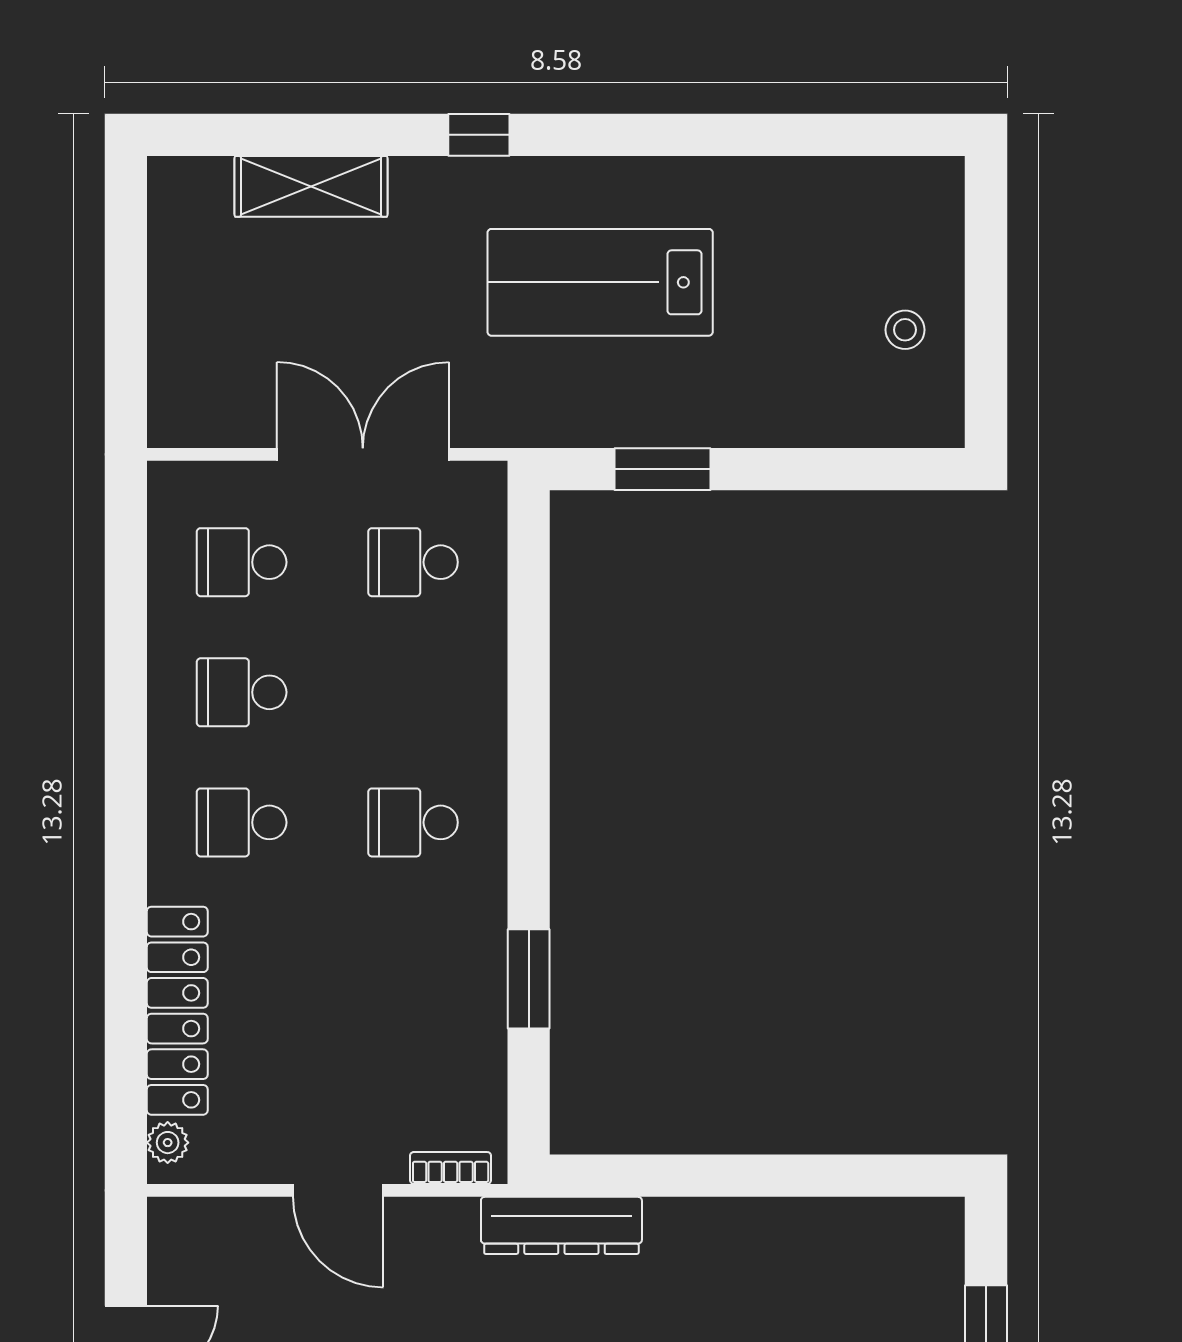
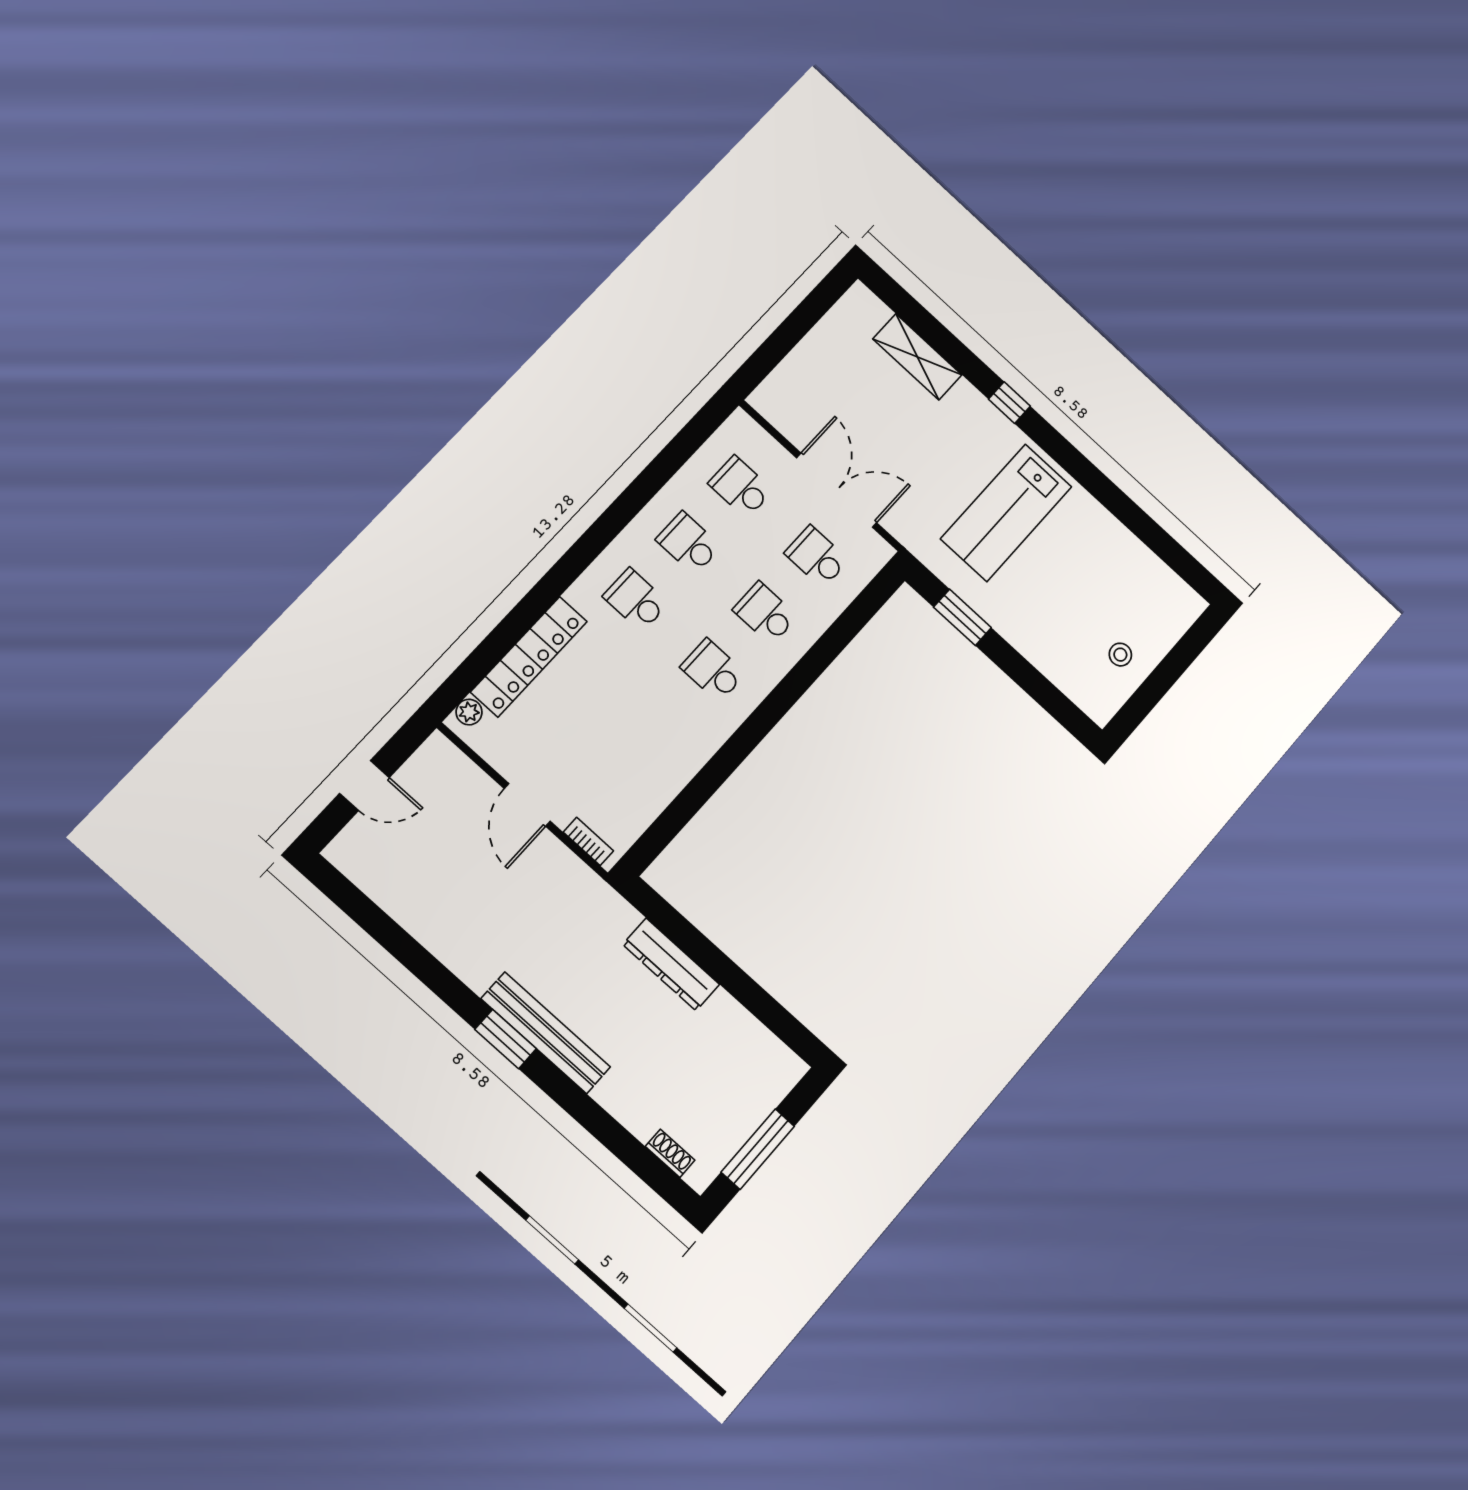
lab bench: (600, 282) -> (1006, 513), turned -90
school desk: (413, 692) -> (765, 613), added
window: (529, 979) -> (702, 788), removed
dresser: (561, 1225) -> (671, 964), moved

